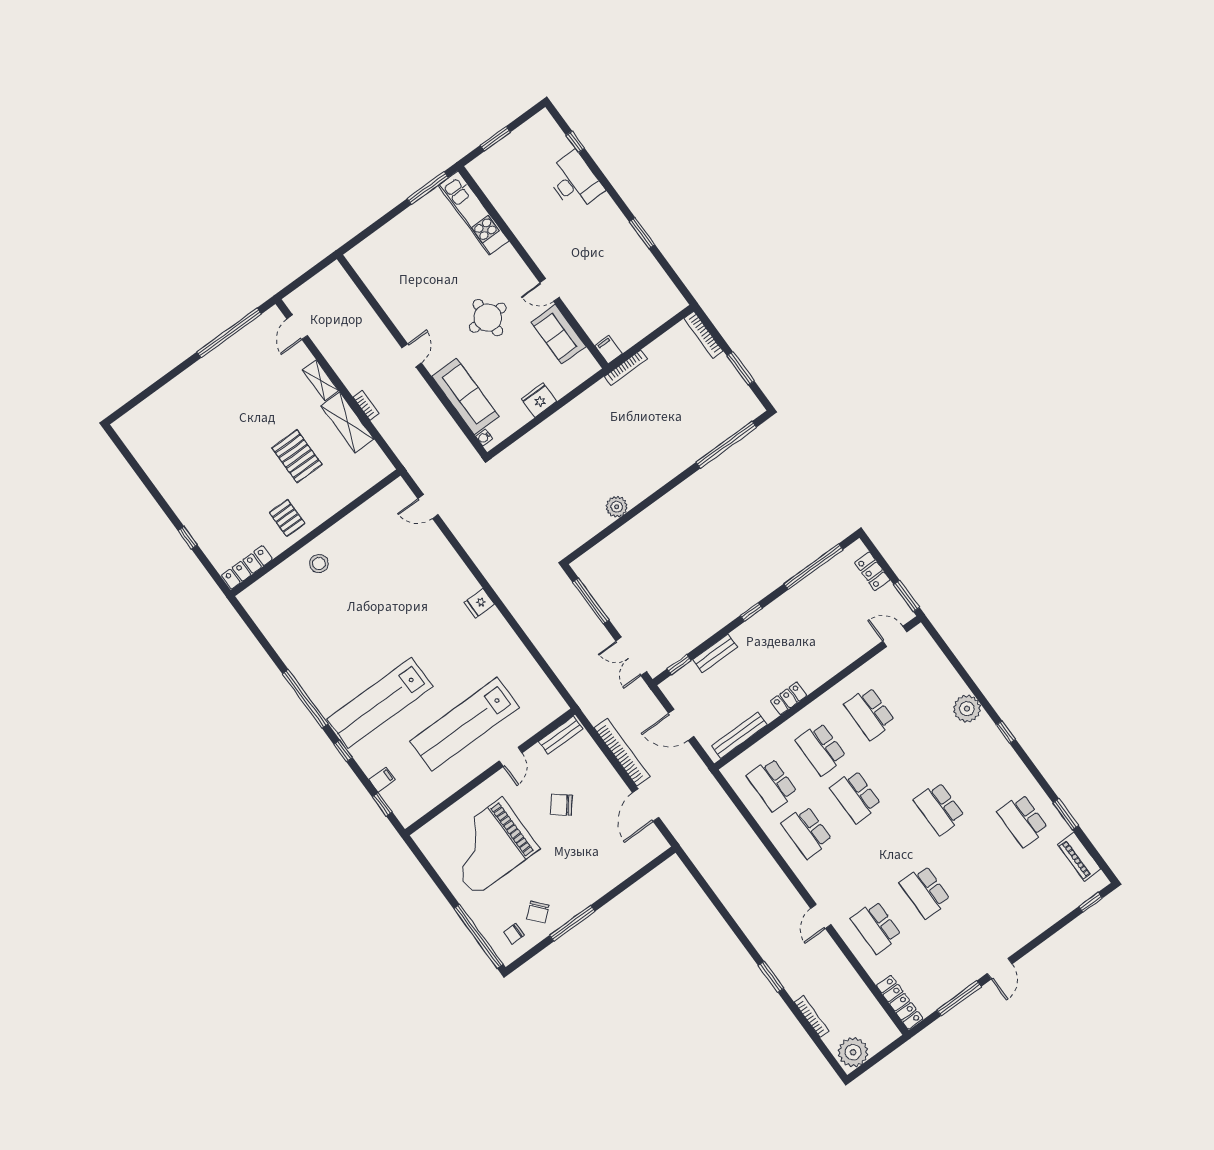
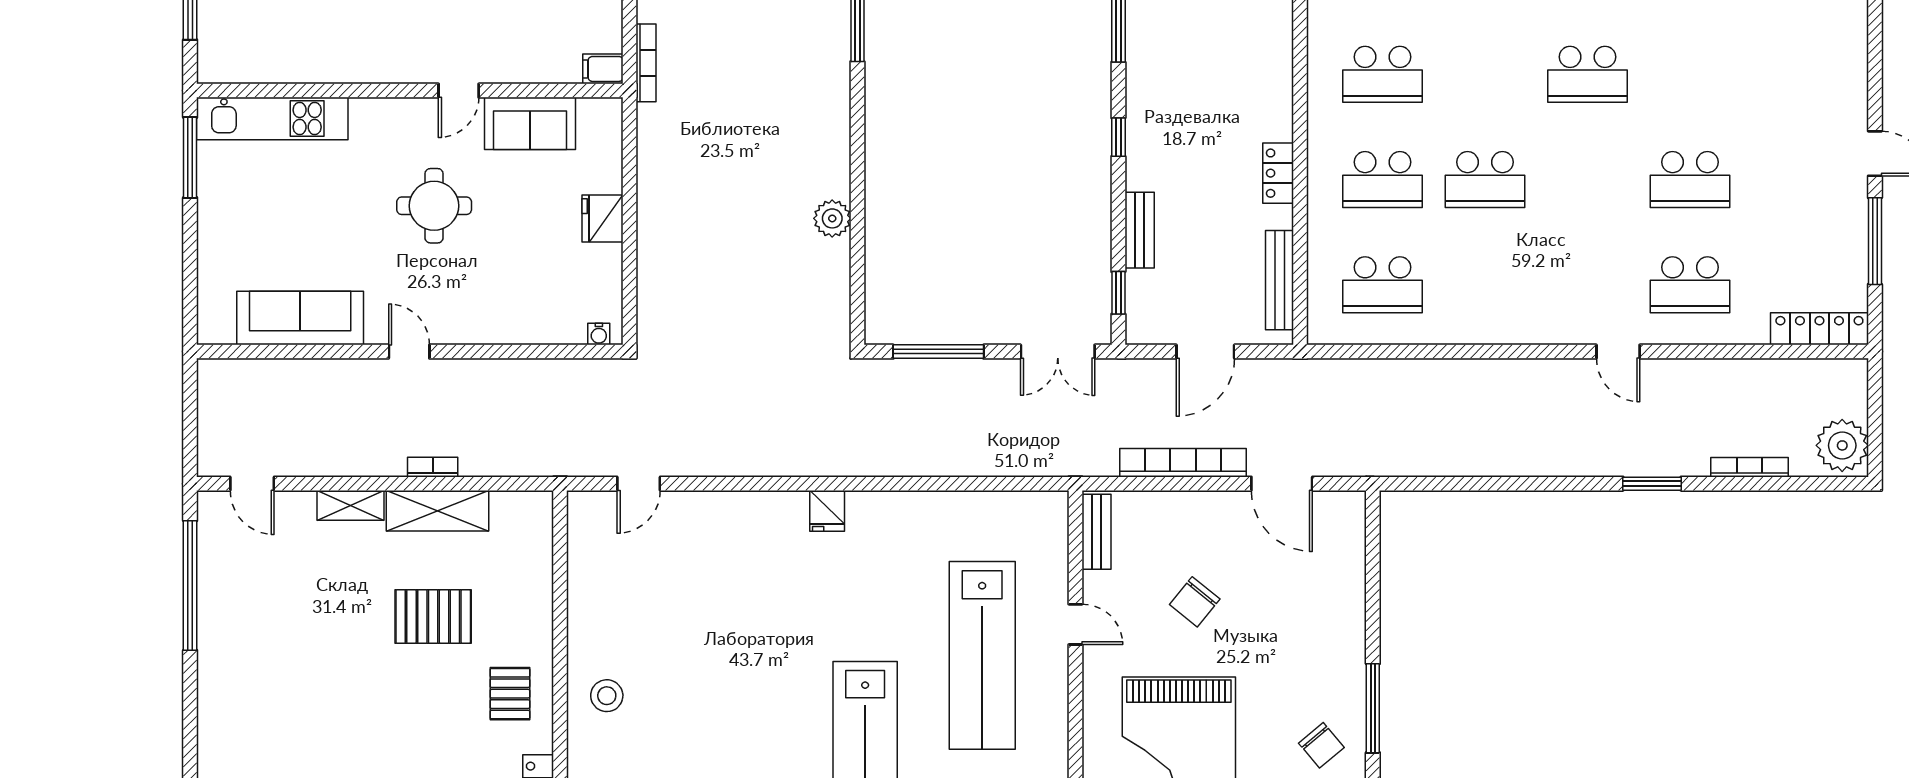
sofa: (465, 396) -> (300, 318), moved
pallet: (287, 518) -> (510, 694), turned 90
school desk: (807, 832) -> (1485, 285), removed

